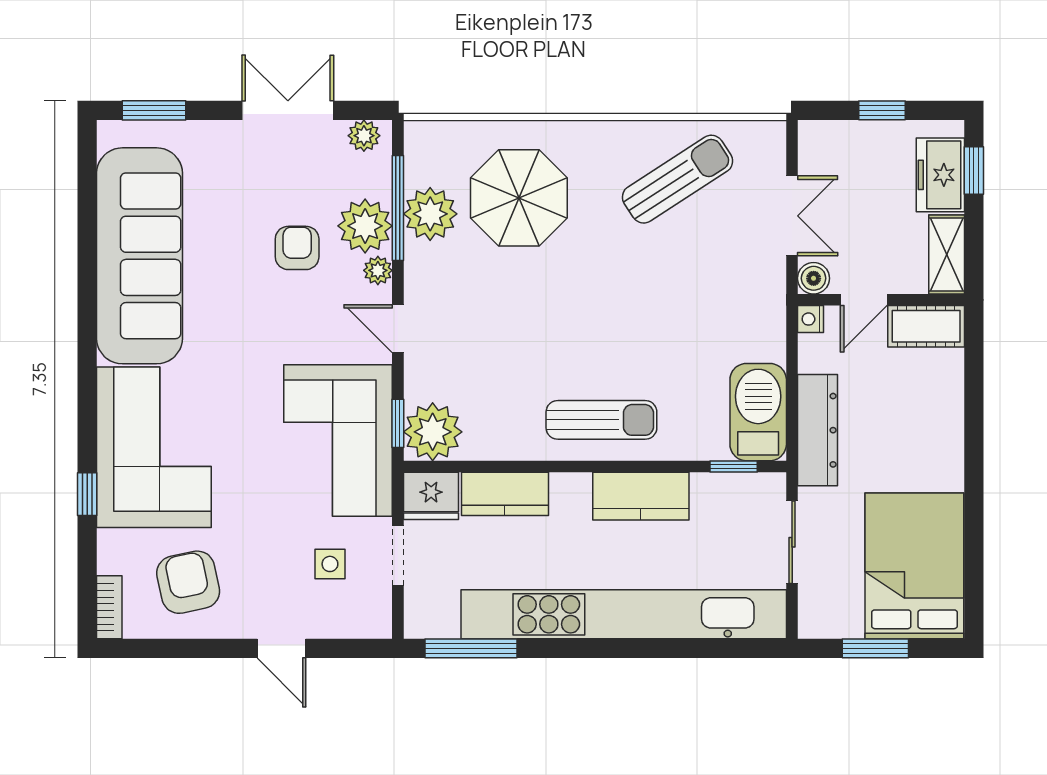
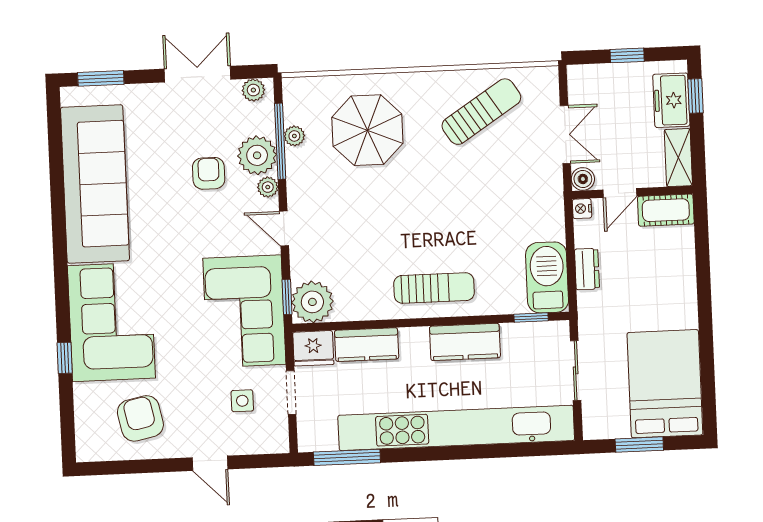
plant: (430, 214) -> (294, 136), width x0.53, depth x0.53
dresser: (818, 430) -> (587, 269), width x0.51, depth x0.80
bookcase: (109, 607) -> (84, 439), removed

